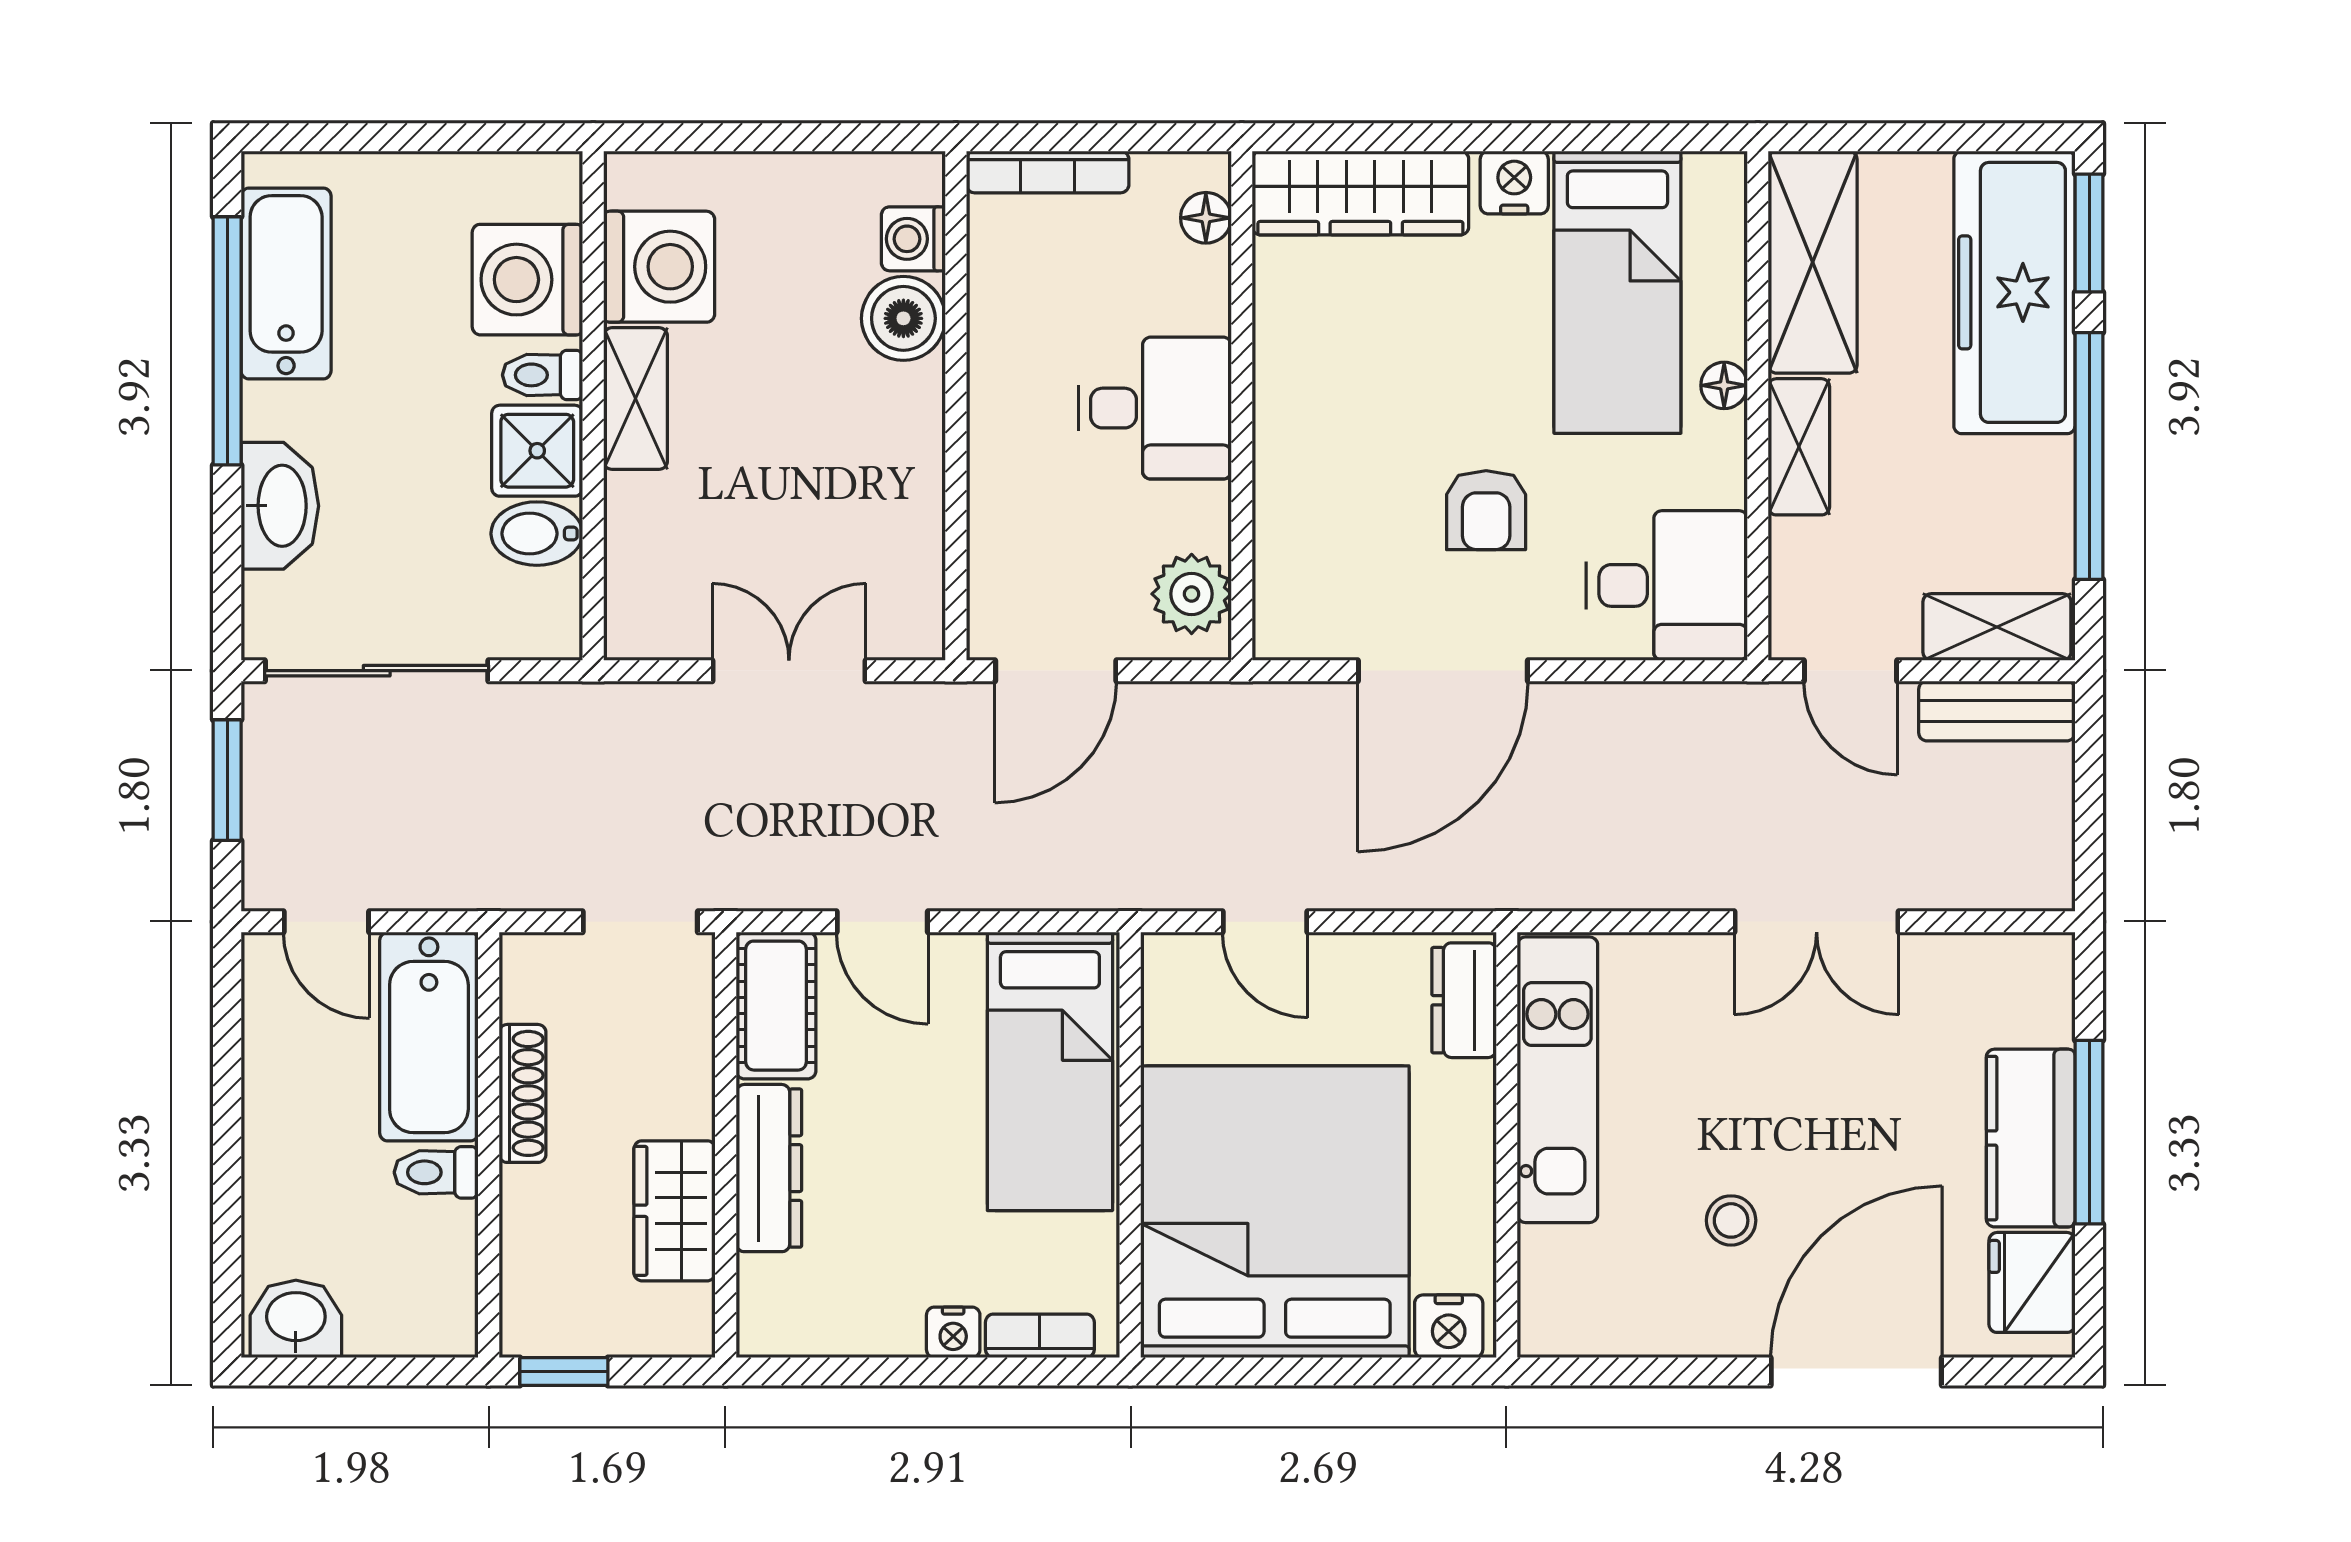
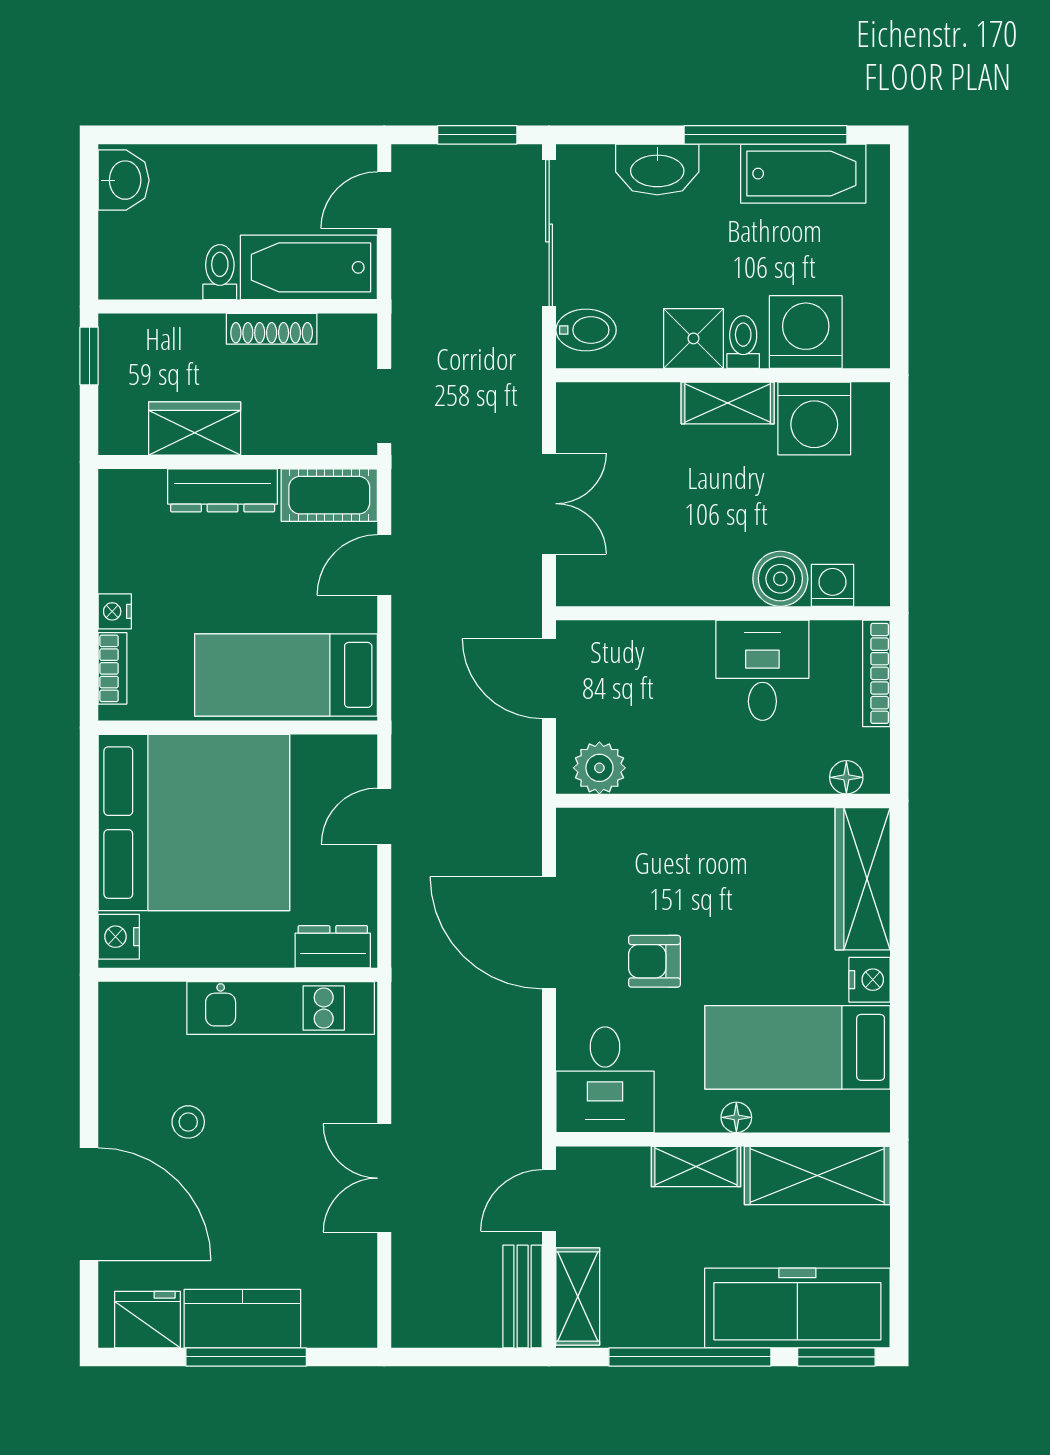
desk: (1155, 408) -> (762, 670), moved, turned 180
bidet: (537, 534) -> (586, 330), moved, turned 90

